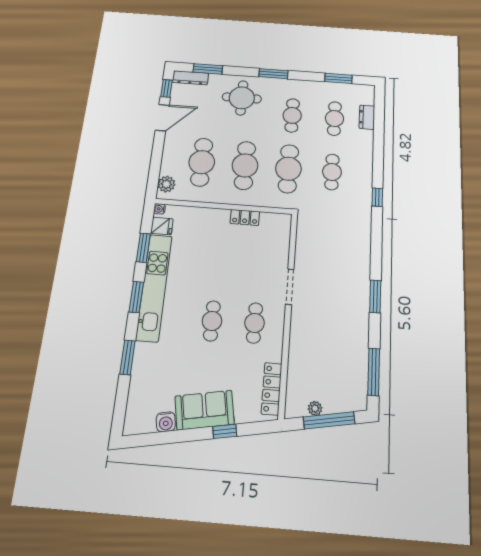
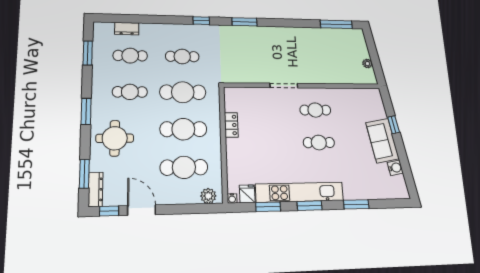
window: (375, 296) -> (245, 22), moved
locker: (272, 389) -> (360, 94), removed
window: (329, 420) -> (373, 54), removed

